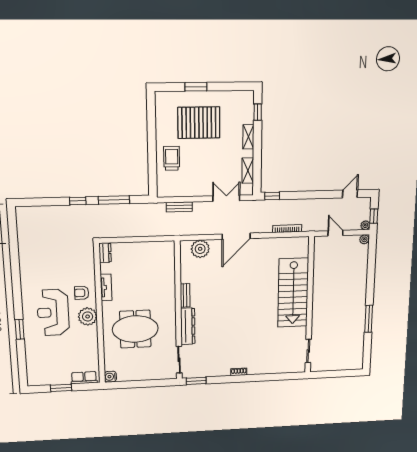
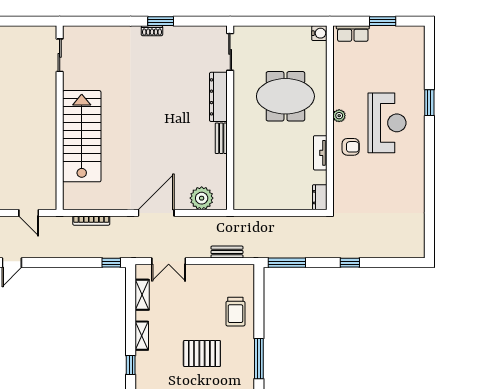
window: (151, 119) -> (259, 359), added
pallet: (199, 123) -> (202, 353), width x0.73, depth x0.71
window: (114, 200) -> (287, 263), moved
plant: (88, 316) -> (339, 116), width x0.53, depth x0.53
window: (196, 381) -> (161, 21), moved

